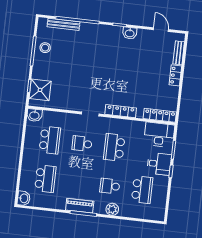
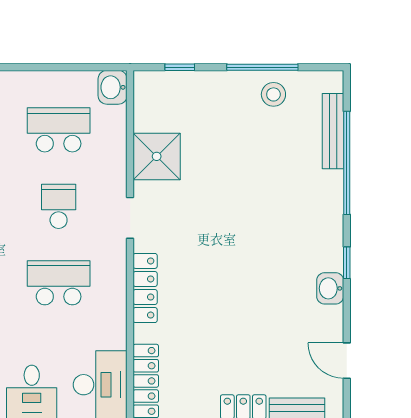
door: (161, 30) -> (347, 361), swing flipped
shower: (40, 90) -> (157, 156), moved
school desk: (50, 140) -> (59, 130), turned 180

